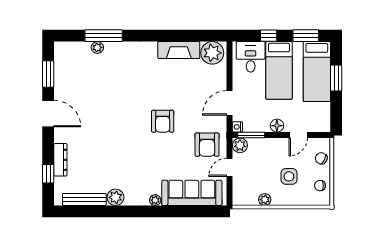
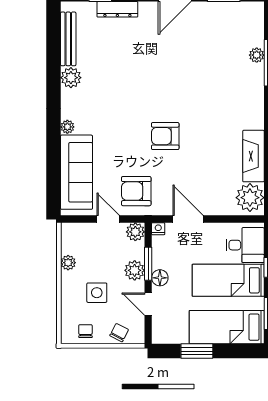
window: (336, 78) -> (197, 351), moved
window: (251, 135) -> (148, 264), moved
plant: (271, 146) -> (135, 270), added

